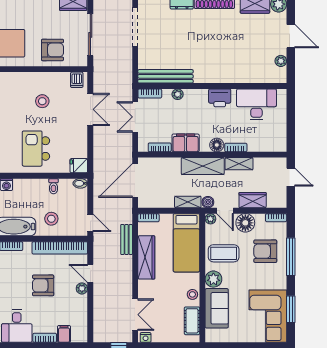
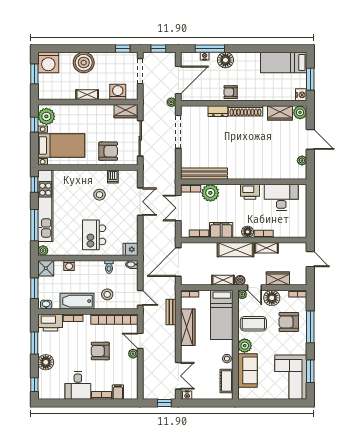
dishwasher: (77, 80) -> (113, 177), moved
plant: (178, 94) -> (210, 193), width x1.88, depth x1.88

